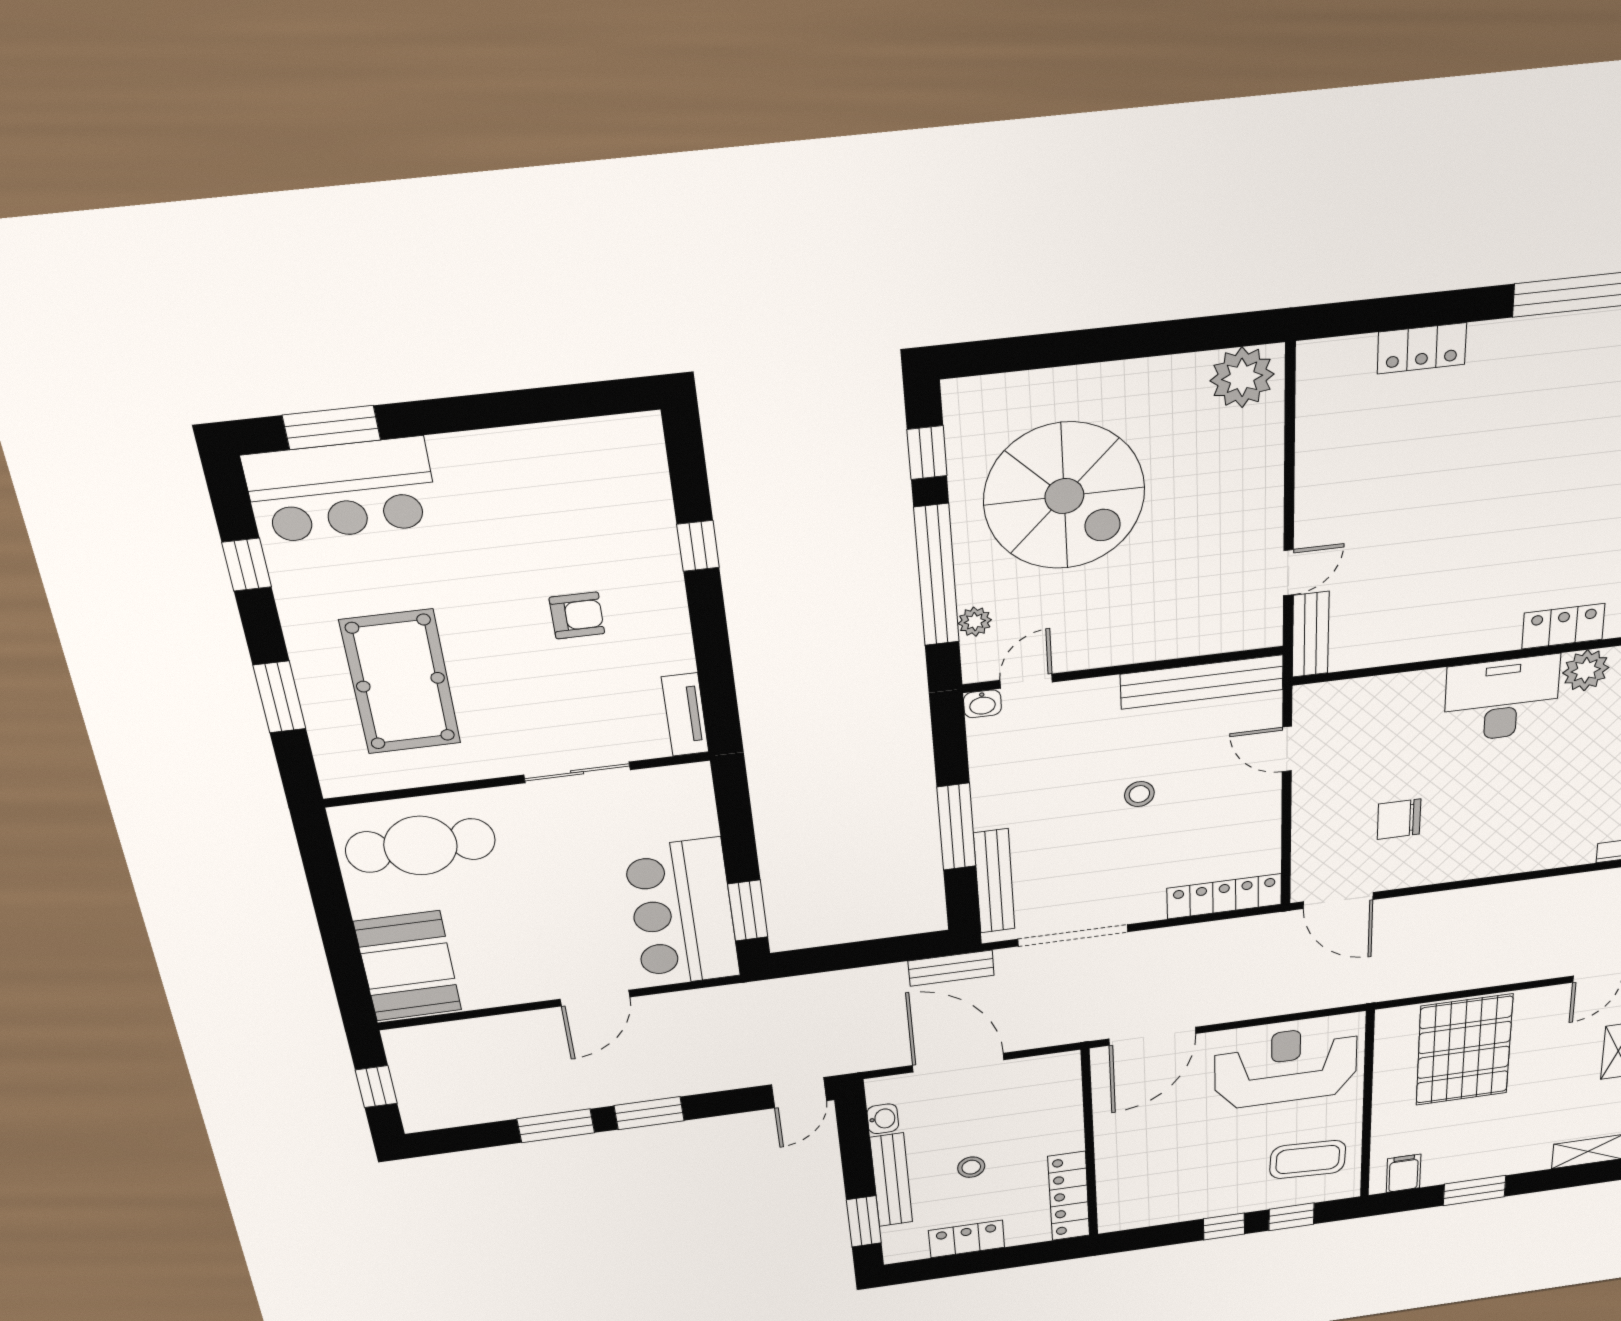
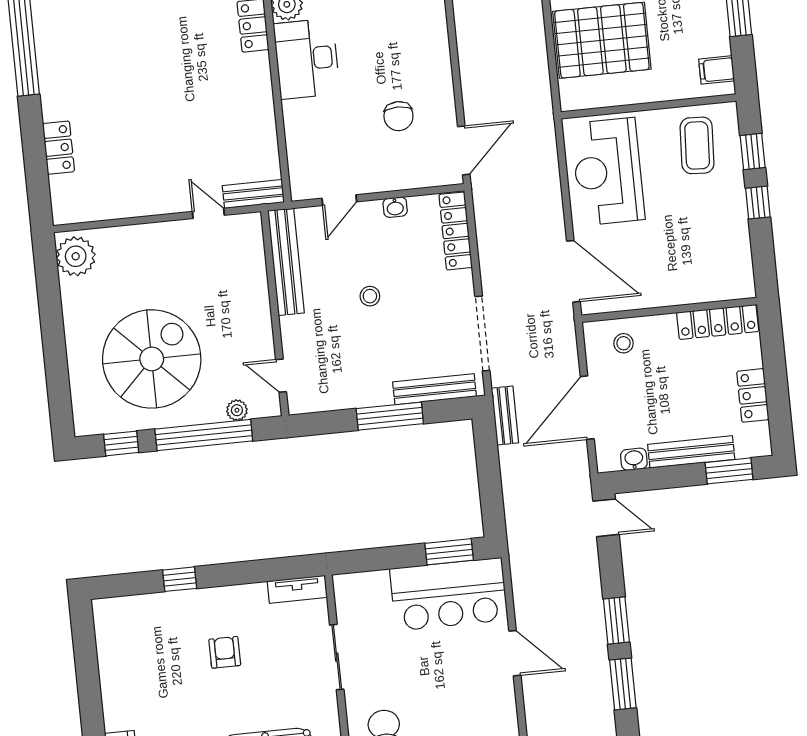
washbasin: (982, 704) -> (395, 207), moved, turned 90
stool: (971, 1167) -> (624, 343), moved

